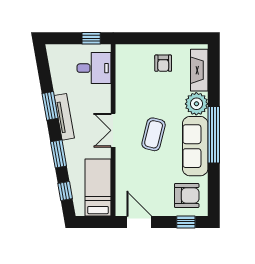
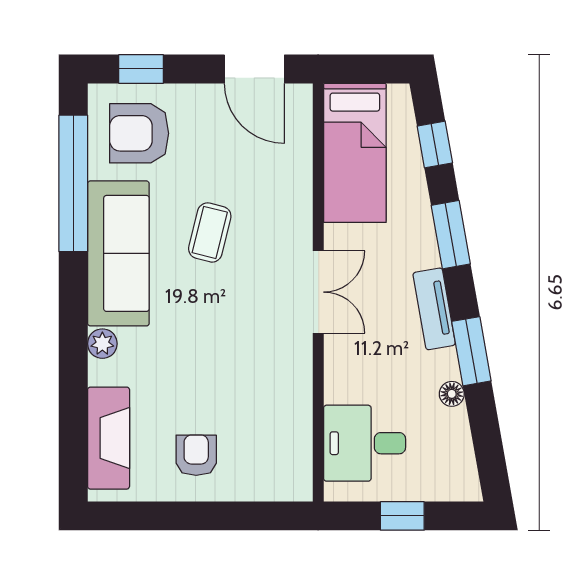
window: (91, 38) -> (402, 516), moved
floor lamp: (58, 88) -> (452, 394), added
plant: (196, 104) -> (102, 344), width x0.53, depth x0.53
tv unit: (64, 117) -> (434, 309), width x0.71
coffee table: (154, 134) -> (210, 232), moved, width x0.73, depth x0.77
window: (214, 135) -> (73, 183), moved

